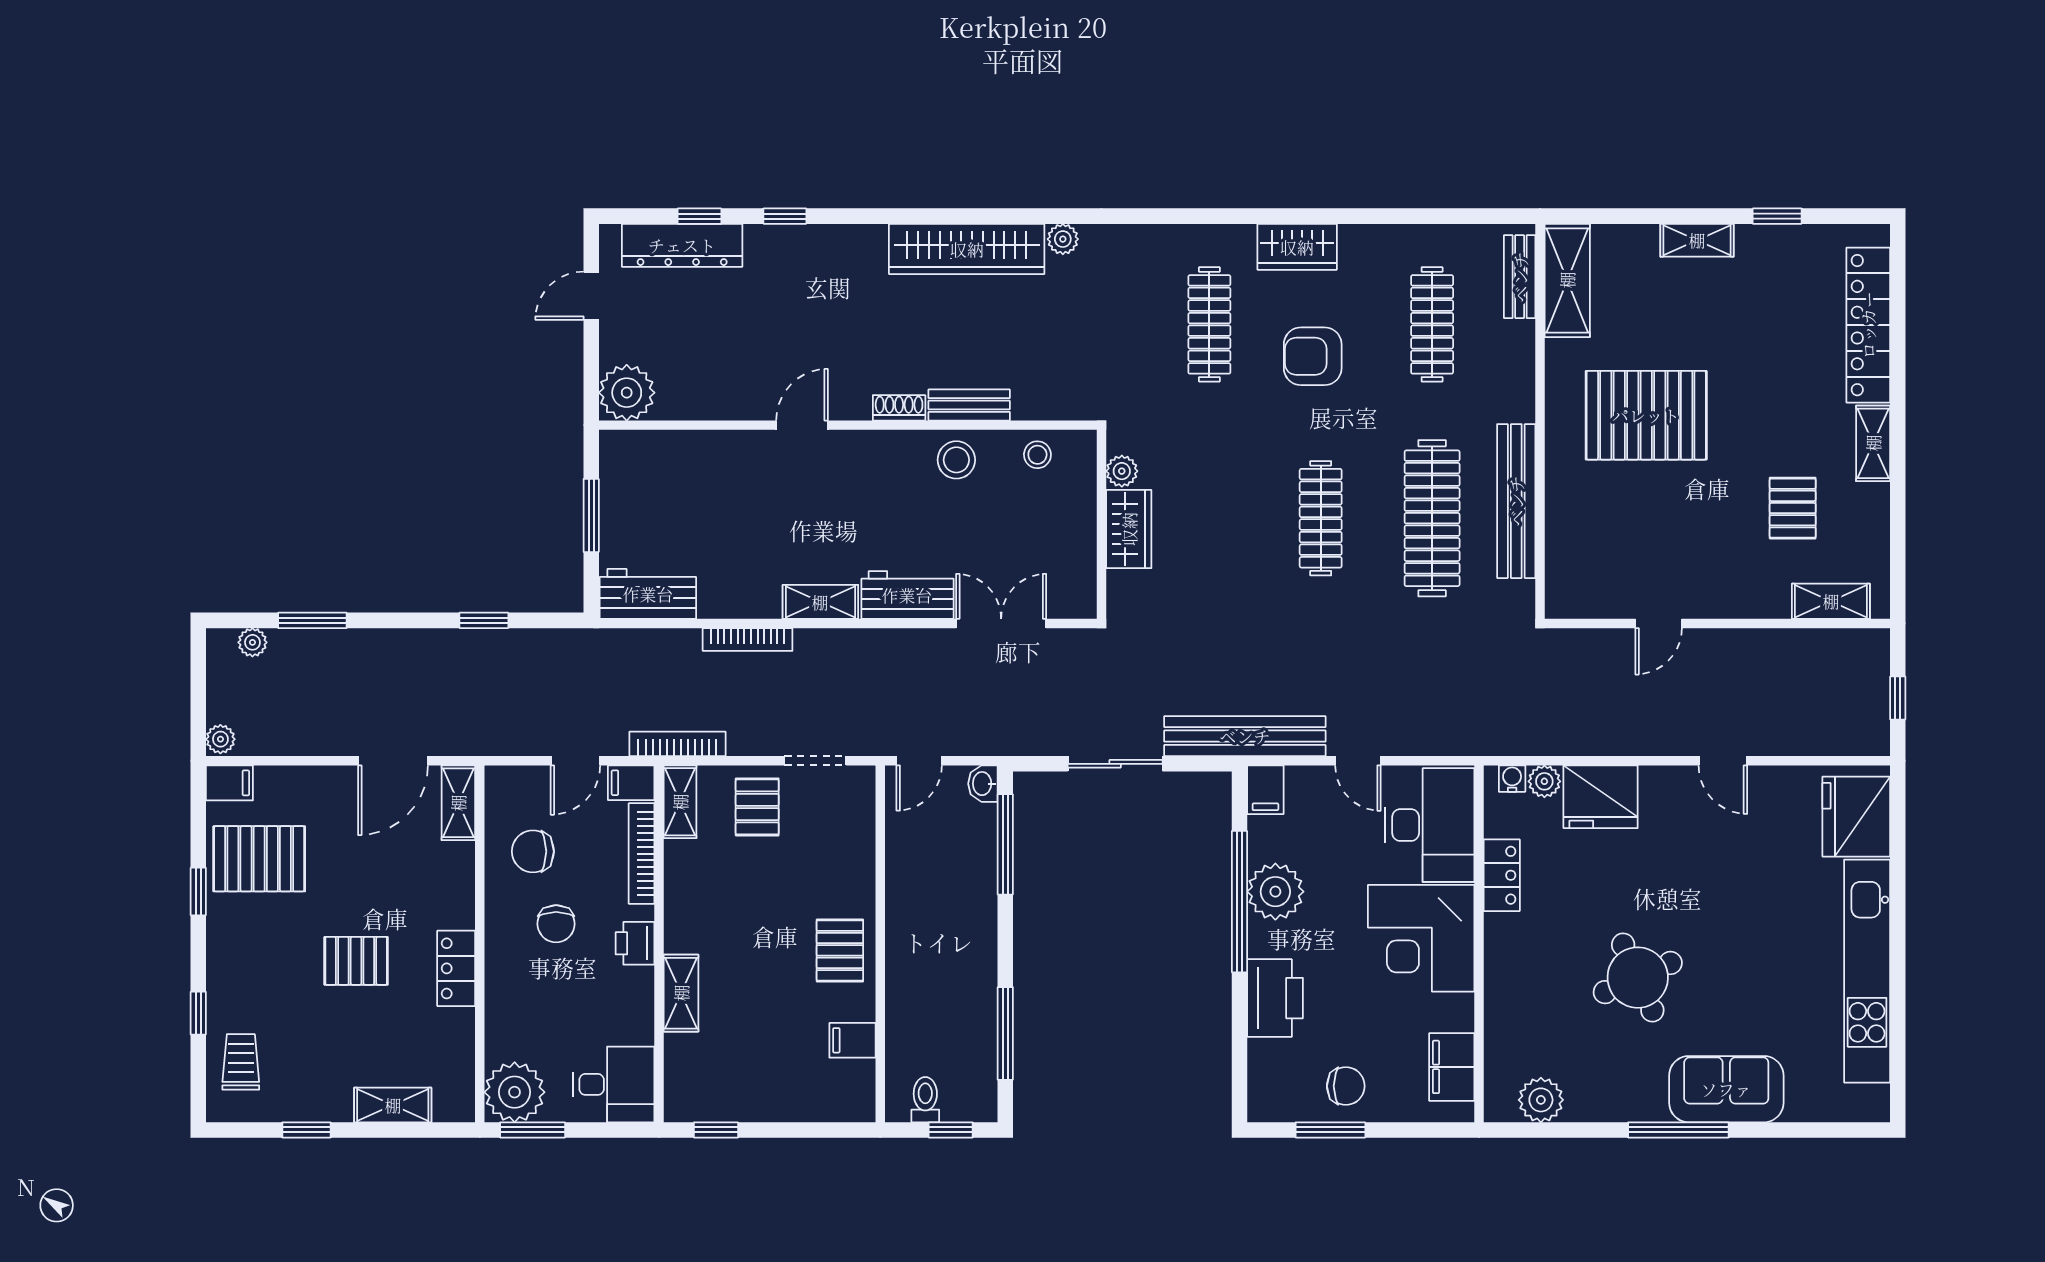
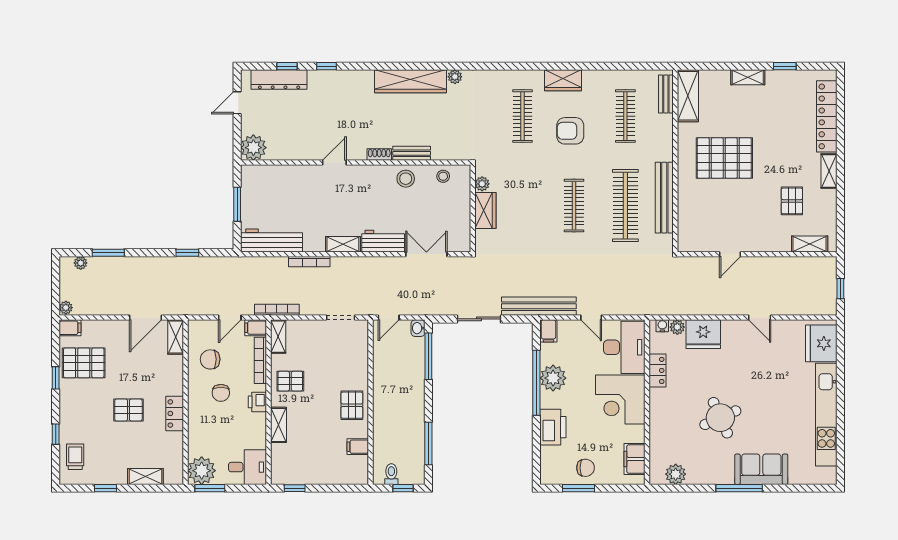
workbench: (648, 594) -> (272, 241), width x1.38
pallet: (757, 807) -> (290, 381), moved, turned 90

